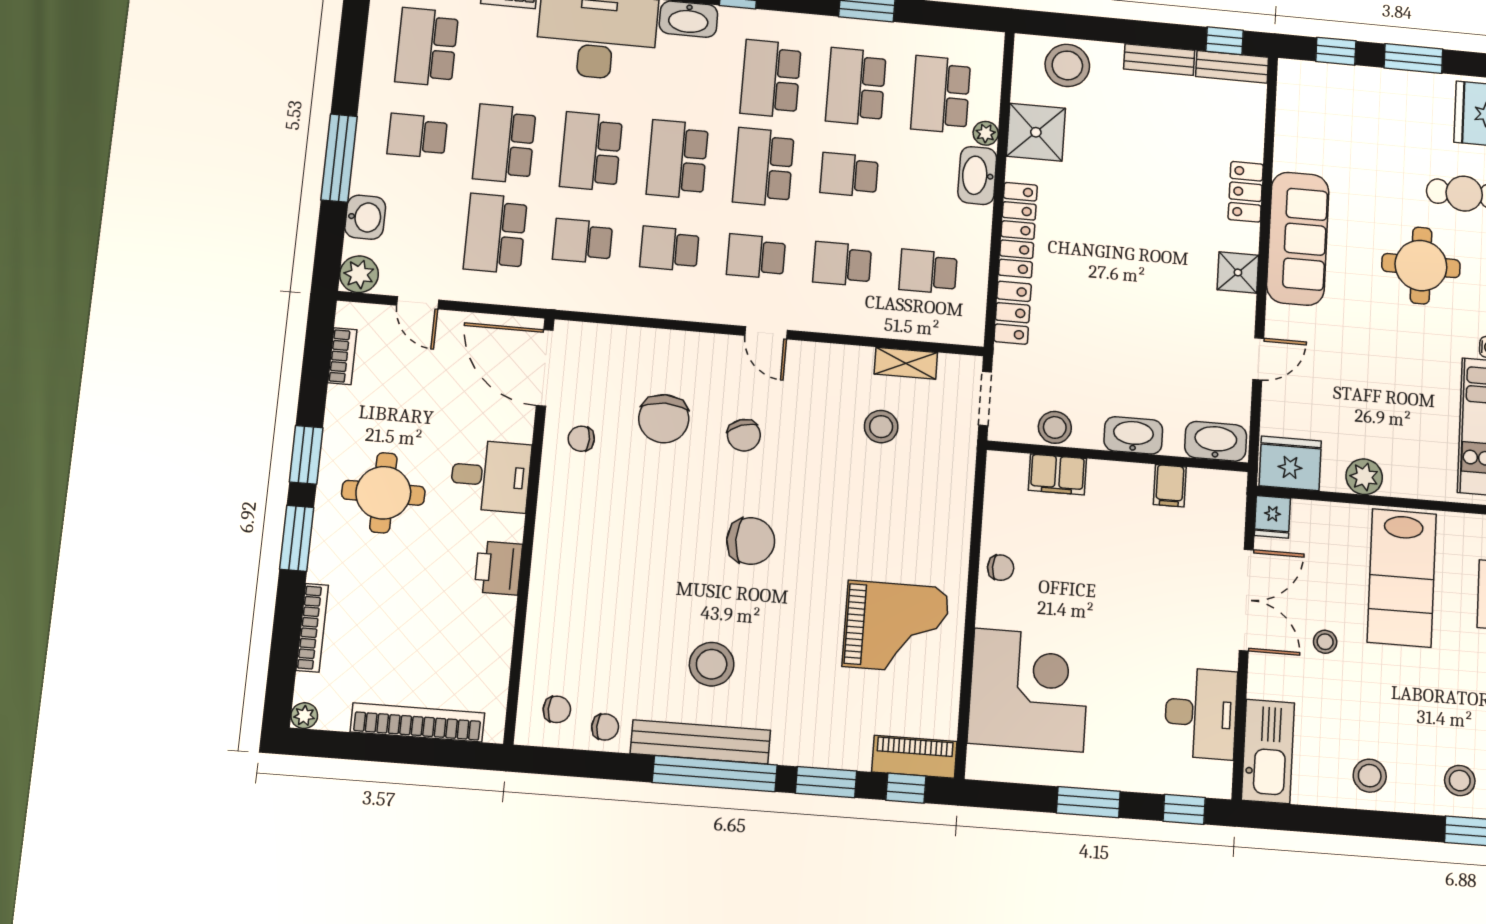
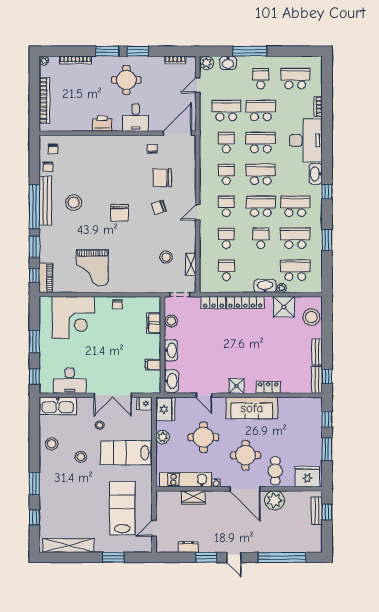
round table: (1369, 370) -> (203, 437), added
stool: (1460, 781) -> (81, 457), moved

